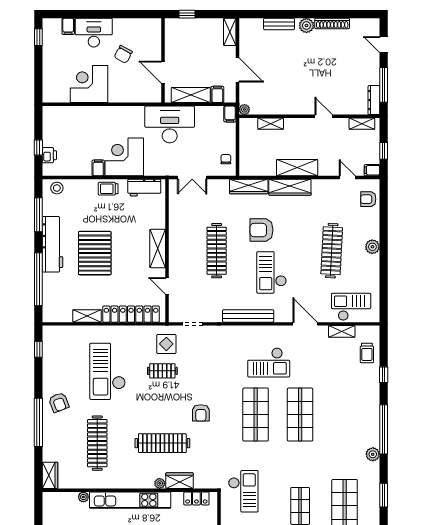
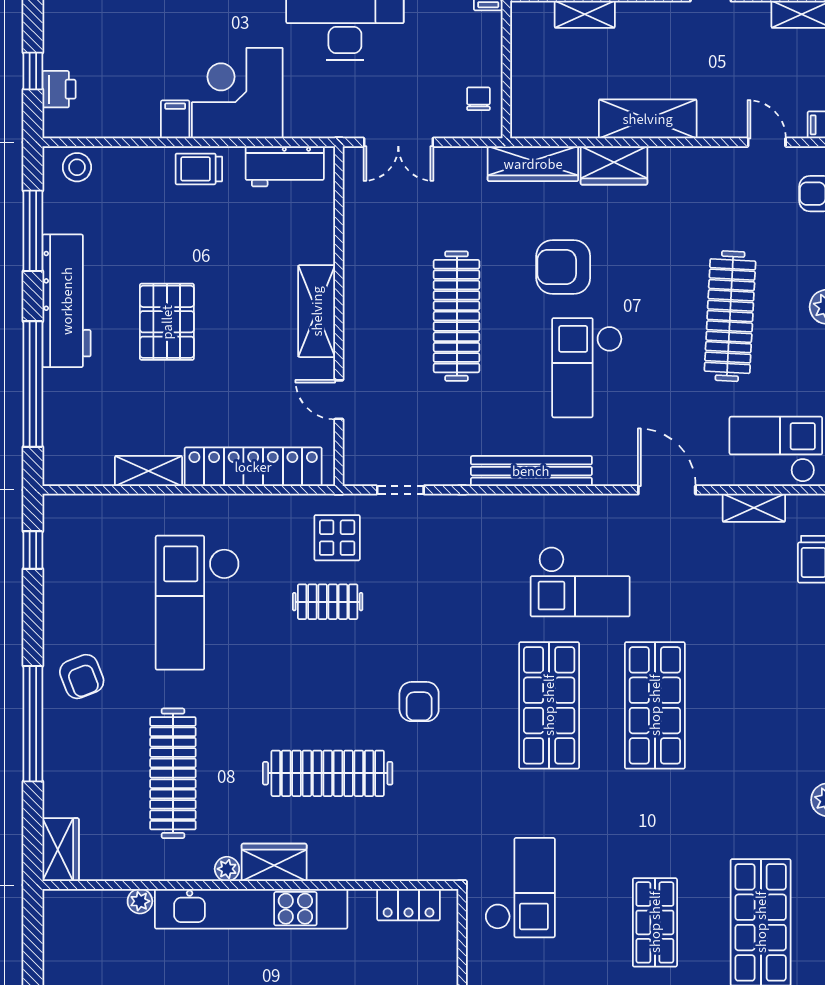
wardrobe: (290, 187) -> (614, 165), width x0.67
pallet: (95, 253) -> (167, 322), width x0.73, depth x0.71
wardrobe: (180, 481) -> (274, 862), moved
plant: (160, 483) -> (227, 869), moved

